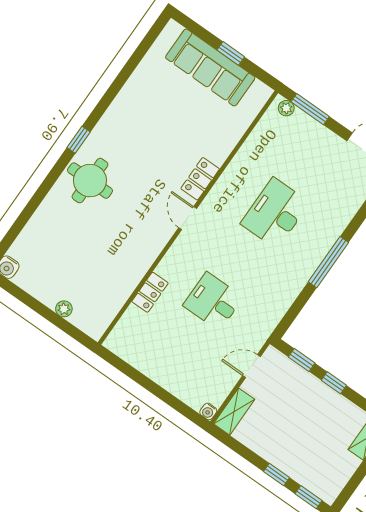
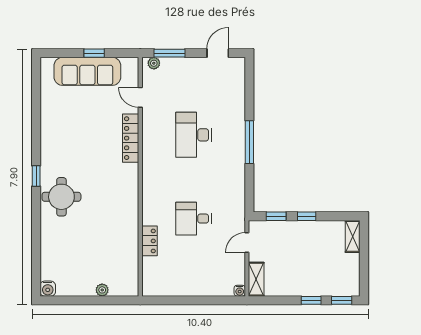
locker: (200, 179) -> (131, 138), width x1.53
door: (188, 218) -> (140, 97), moved

